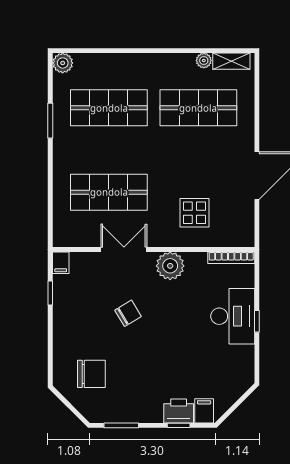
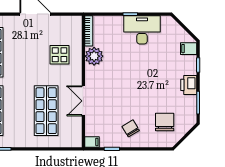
plant: (170, 266) -> (94, 56), moved
chair: (128, 313) -> (131, 128), moved
desk: (233, 316) -> (142, 30), moved
printer: (179, 411) -> (189, 85), moved

